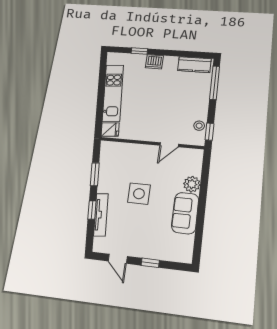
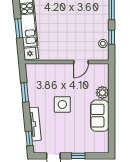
window: (100, 101) -> (19, 28), added
window: (209, 132) -> (112, 37), moved
window: (92, 210) -> (29, 138), moved

